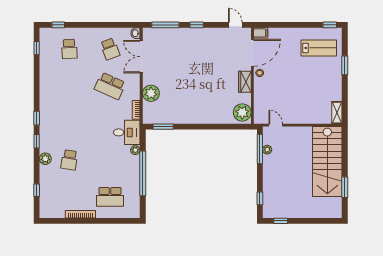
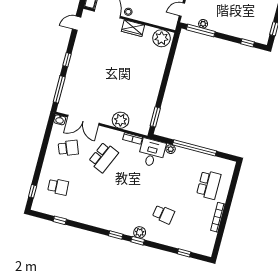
window: (37, 48) -> (60, 220), moved
plant: (45, 159) -> (140, 232), moved

